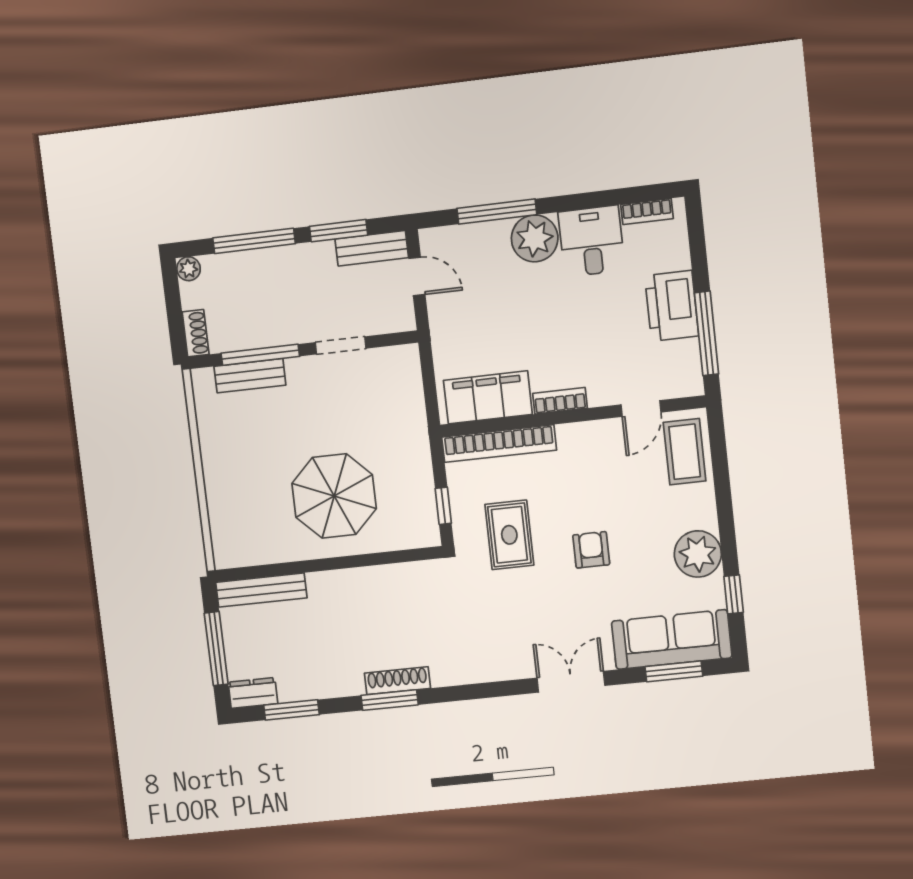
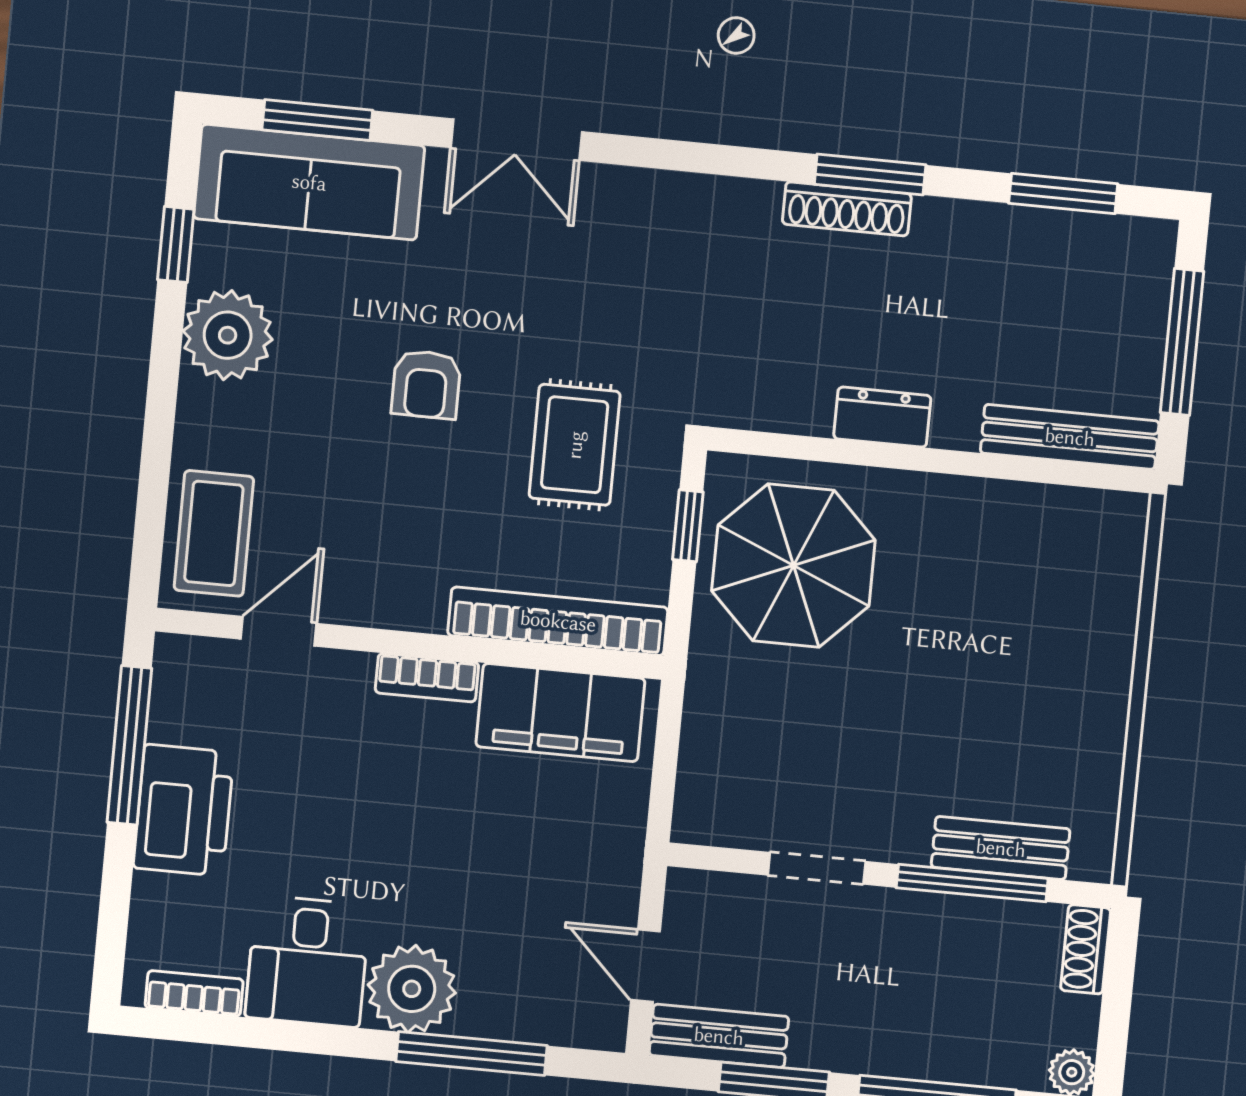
parasol: (334, 496) -> (793, 565), moved
dresser: (253, 693) -> (882, 417), moved, turned 180

